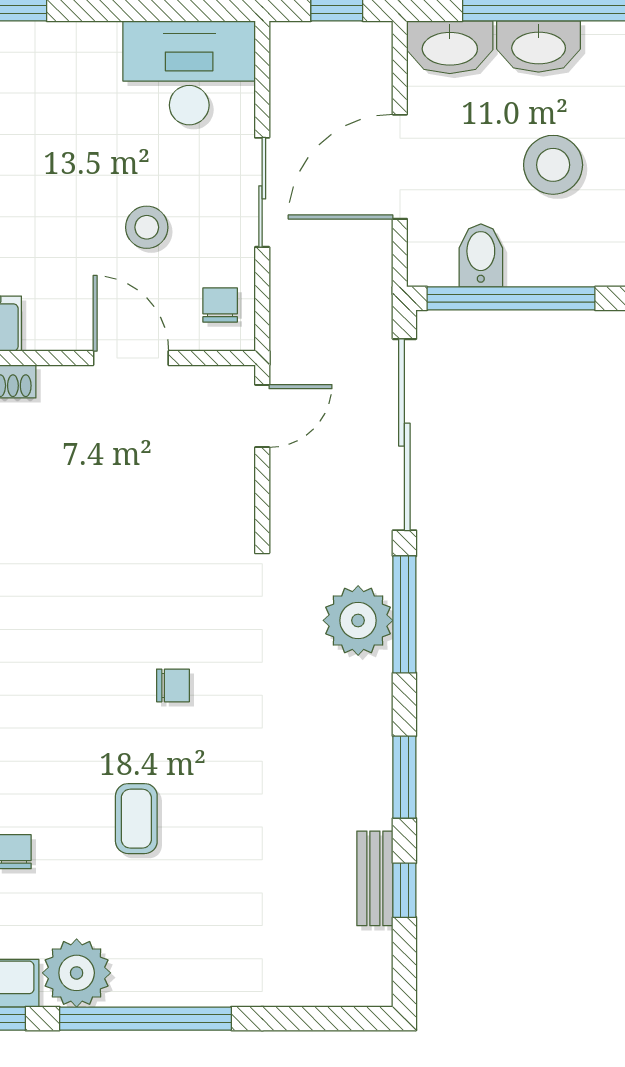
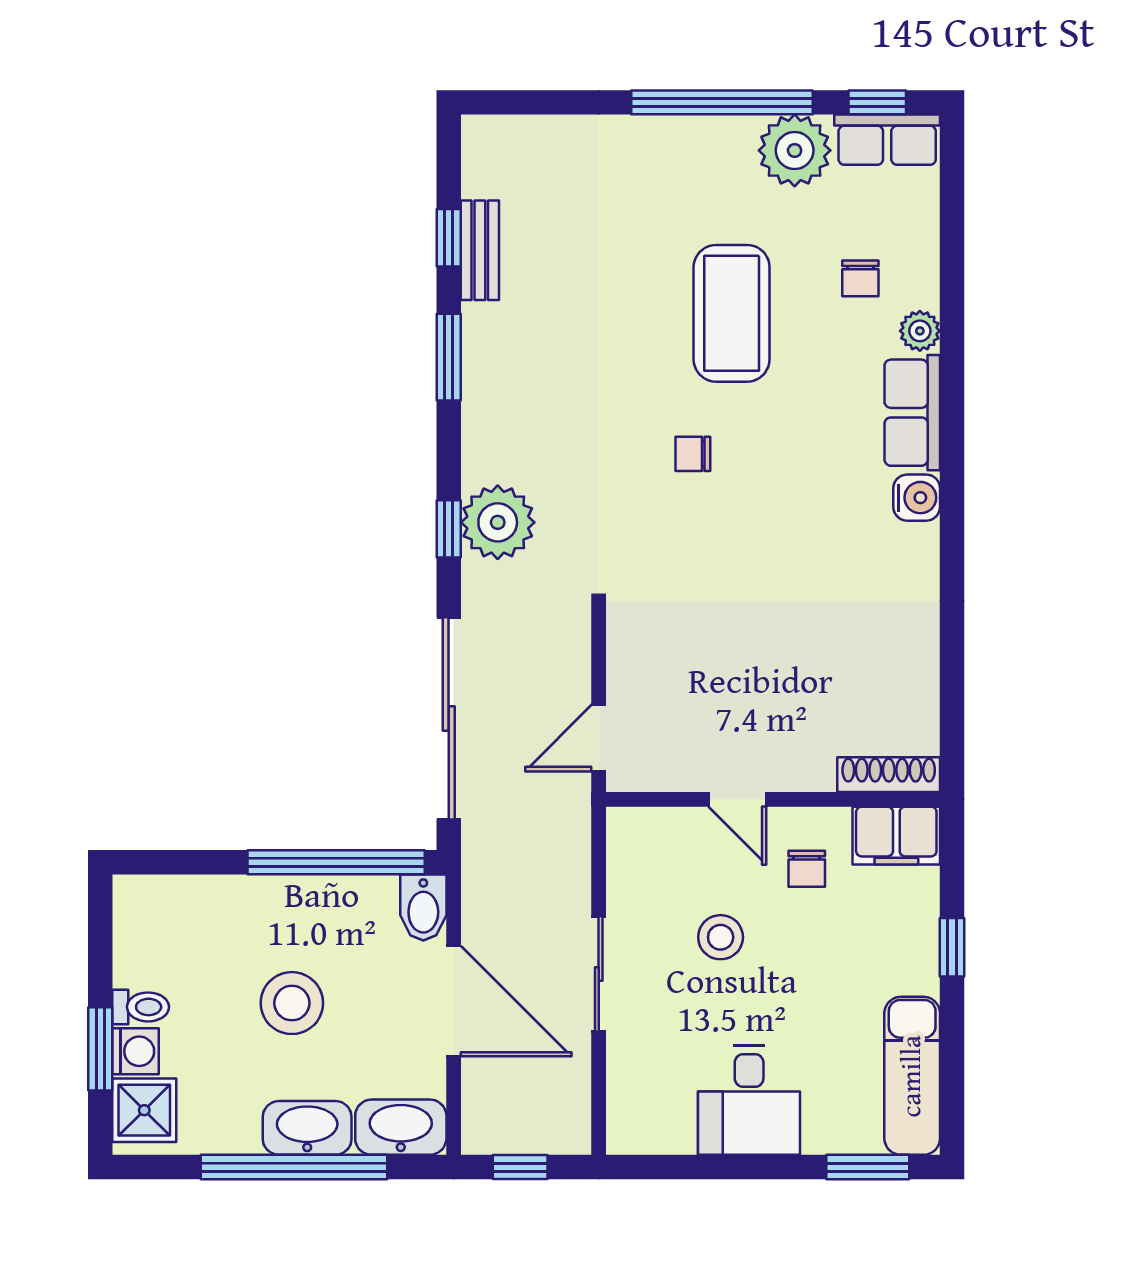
desk: (189, 73) -> (749, 1100), moved, width x0.73
door: (400, 167) -> (454, 1001), hinge flipped
bidet: (481, 255) -> (423, 907), moved
chair: (220, 305) -> (807, 869), moved
door: (131, 358) -> (737, 799), width x0.73
window: (404, 614) -> (449, 529), width x0.46
coffee table: (136, 819) -> (732, 313), width x1.86, depth x1.72

